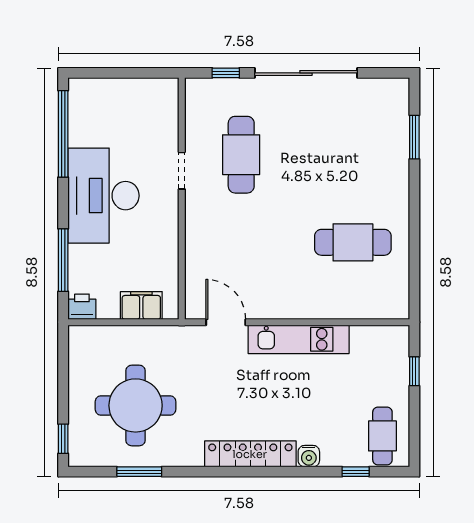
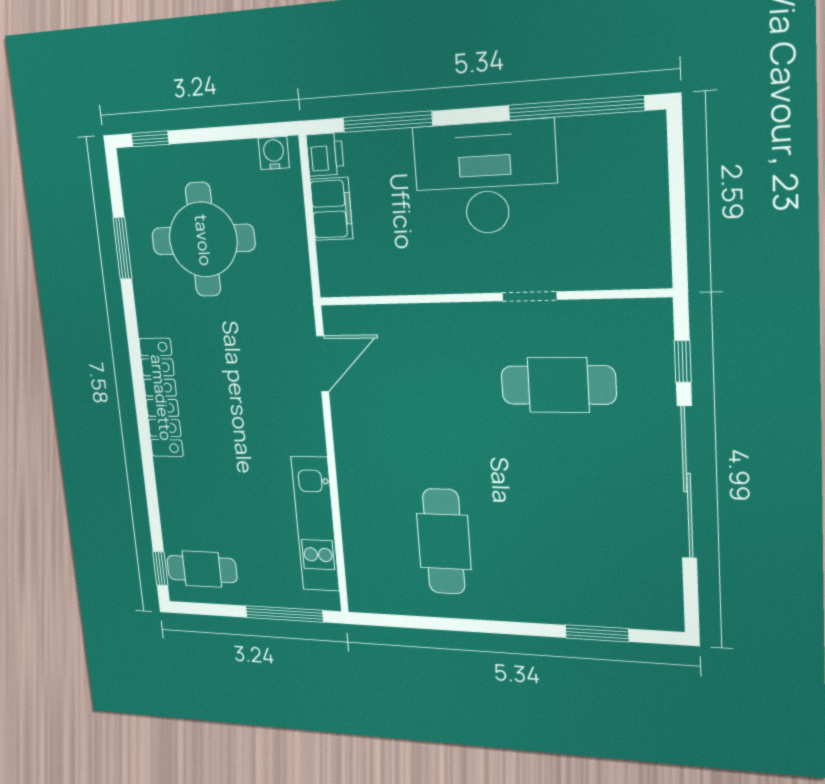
filing cabinet: (141, 305) -> (331, 209), moved
kitchen unit: (299, 339) -> (315, 524), moved
window: (414, 371) -> (284, 614), width x2.17
water cooler: (309, 456) -> (274, 153), moved, turned 90
window: (356, 472) -> (160, 569), moved

